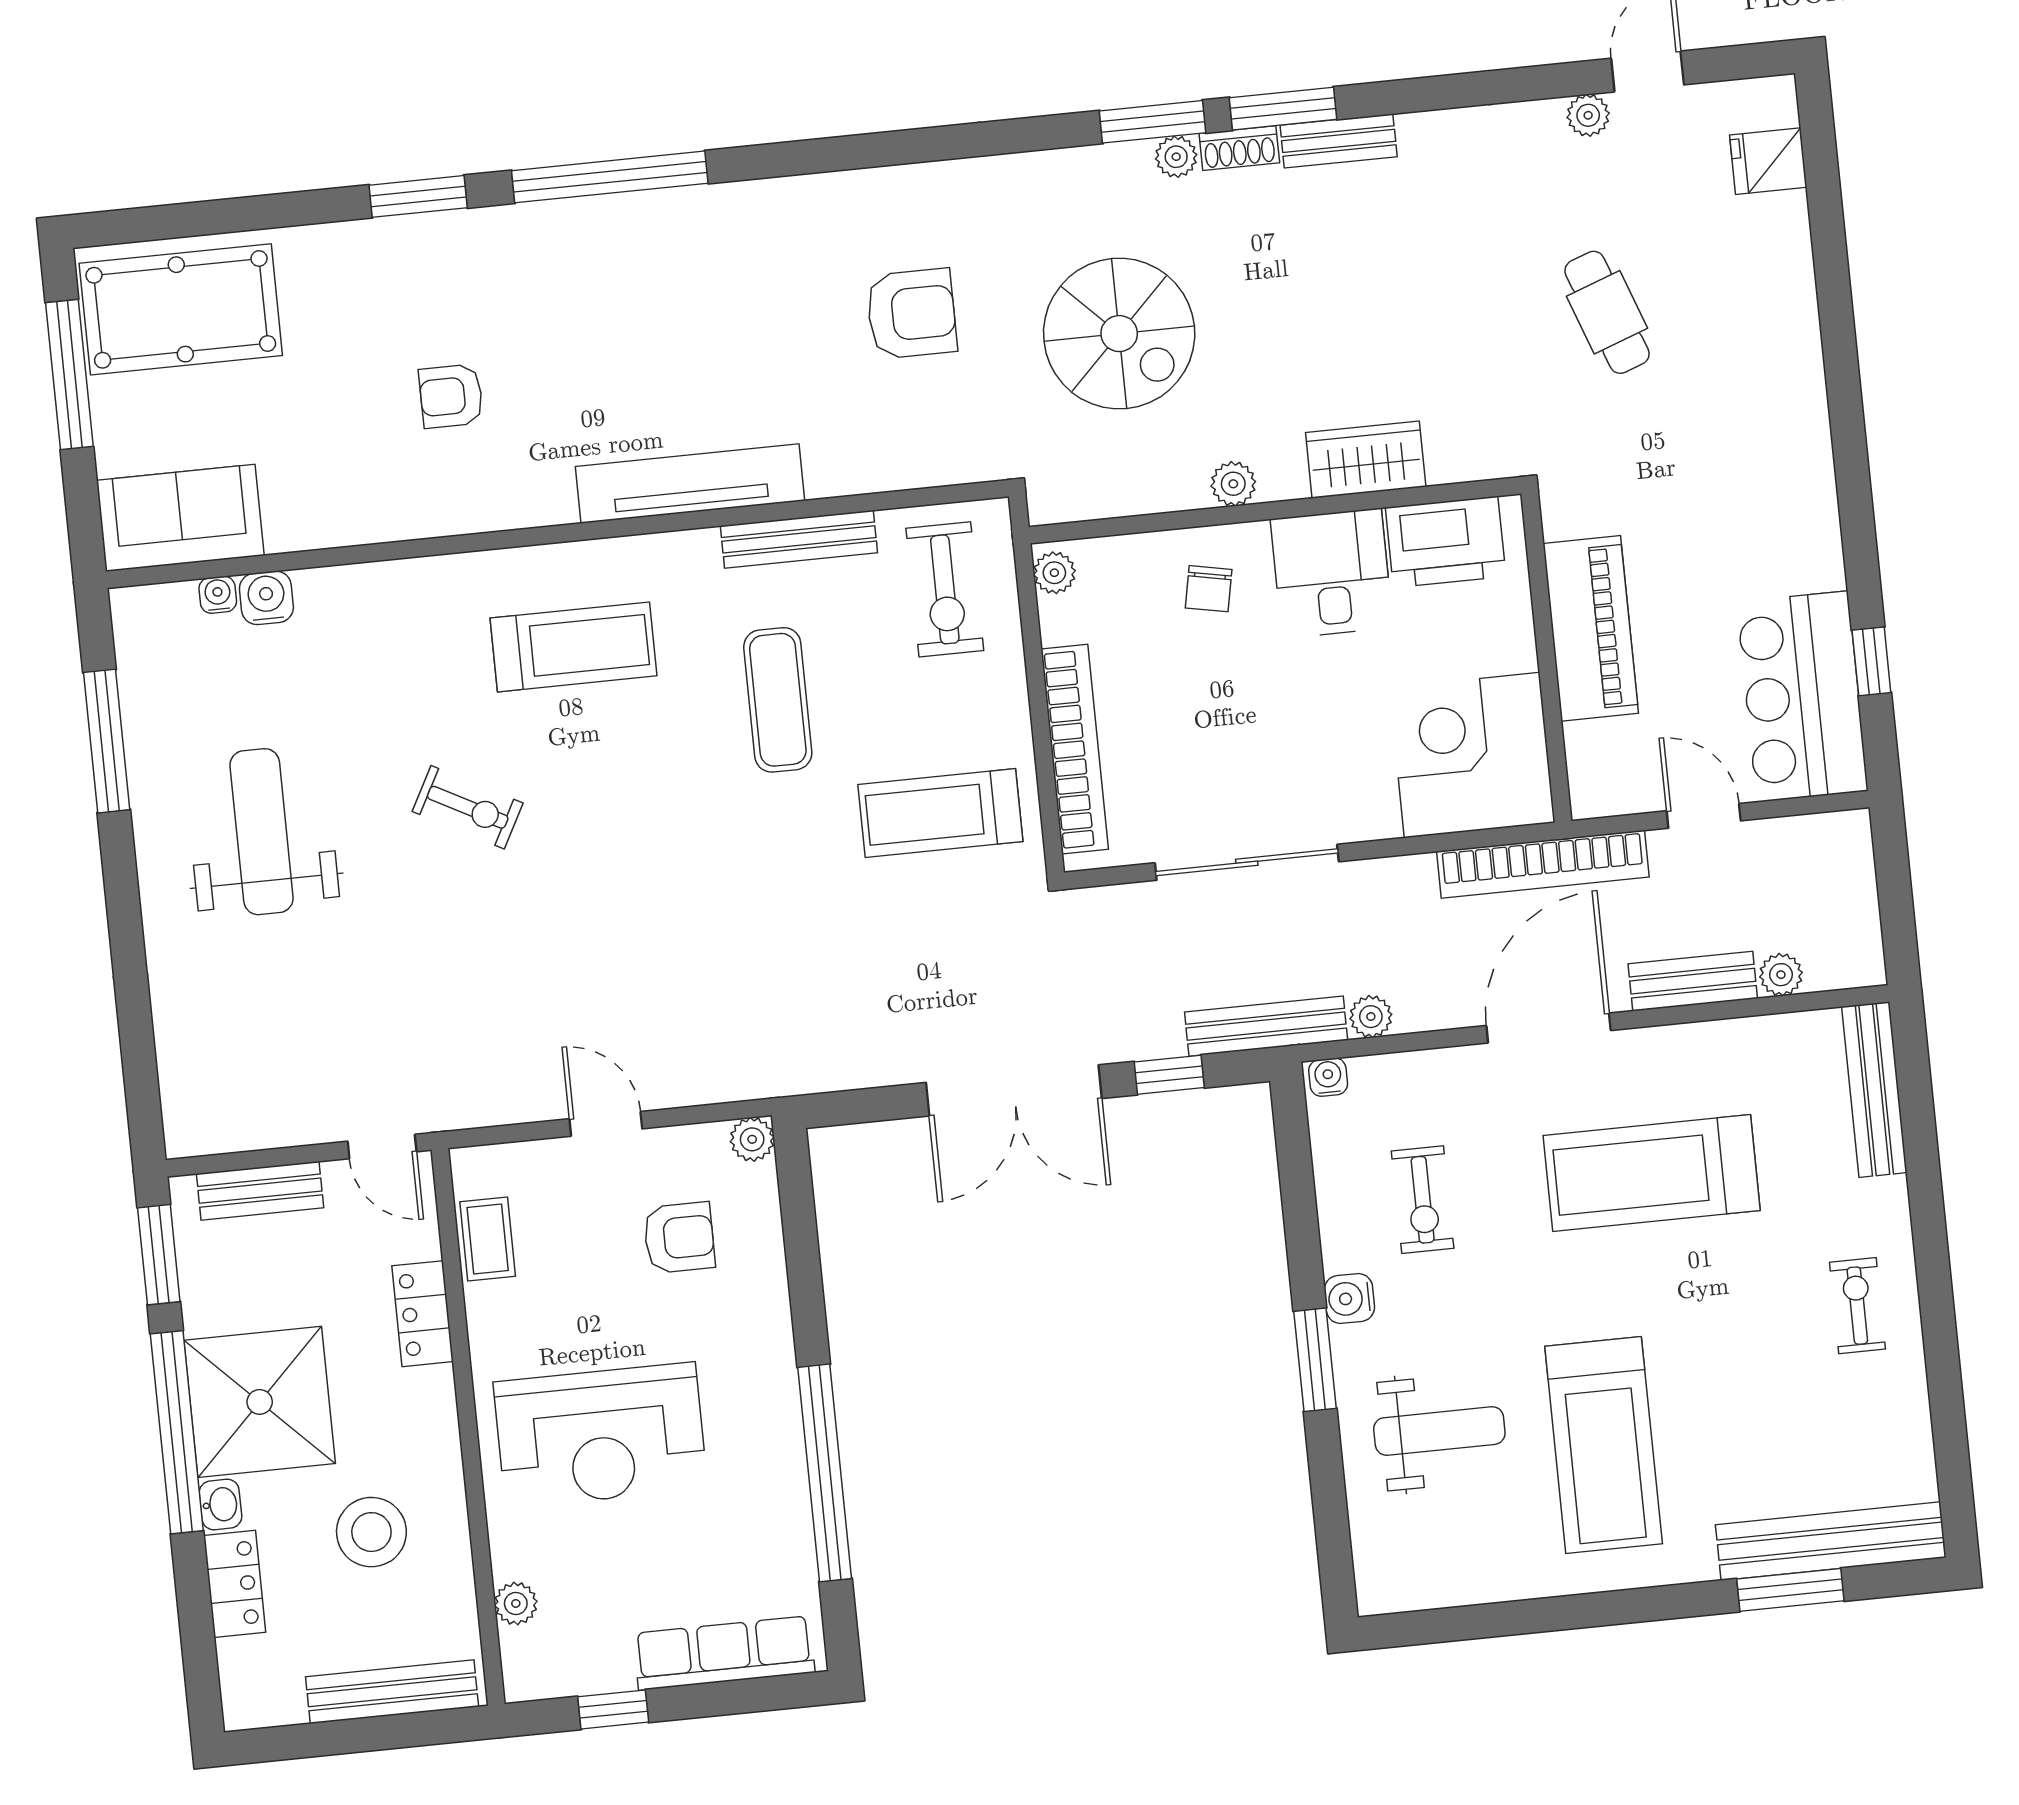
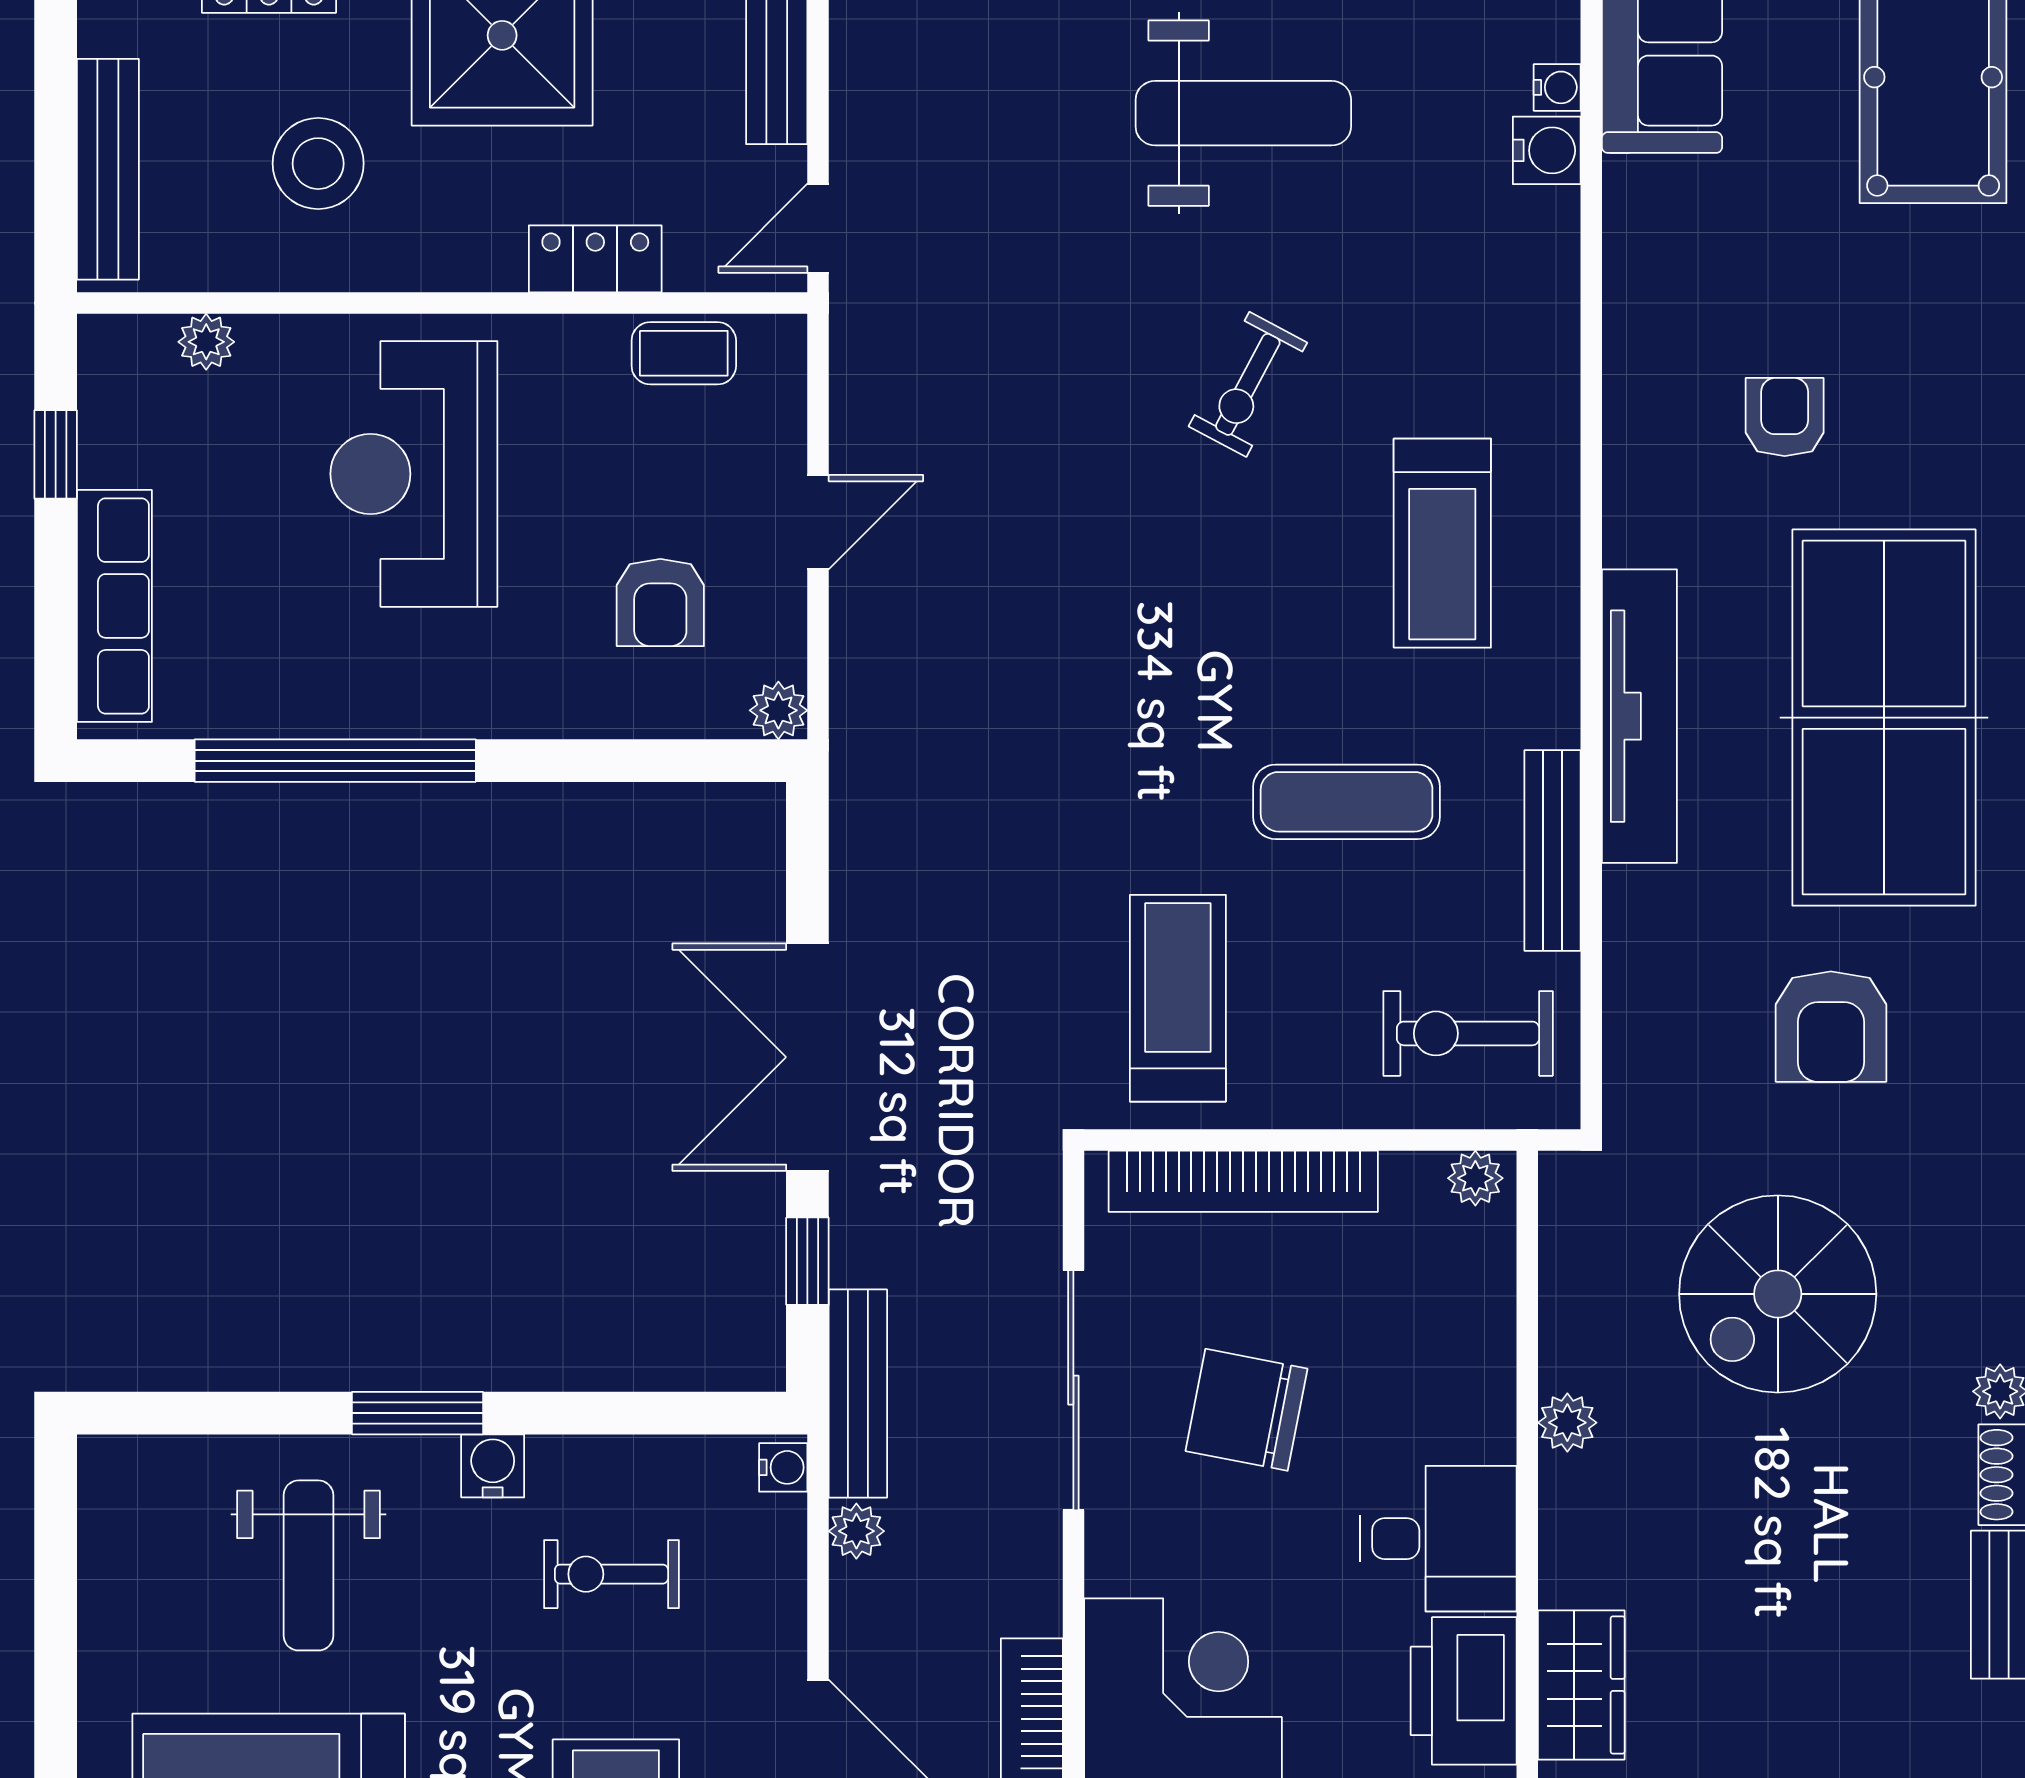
table tennis table: (672, 297) -> (1884, 718), added
wardrobe: (1366, 460) -> (1581, 1685), moved
chair: (1209, 589) -> (1246, 1410), moved, width x1.87, depth x1.87

